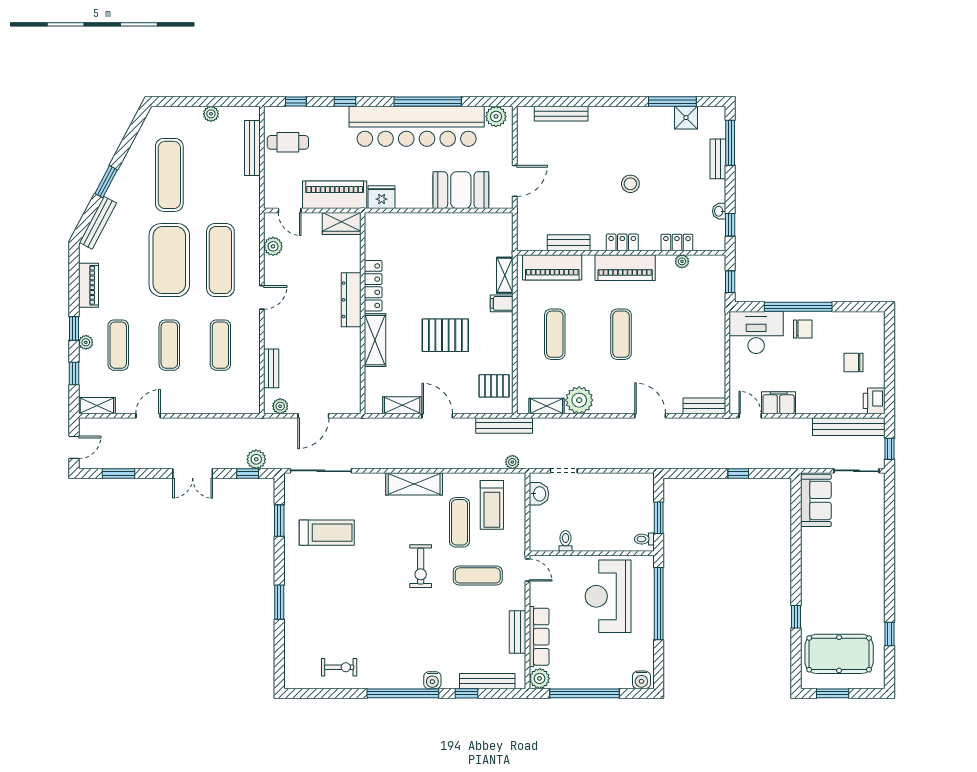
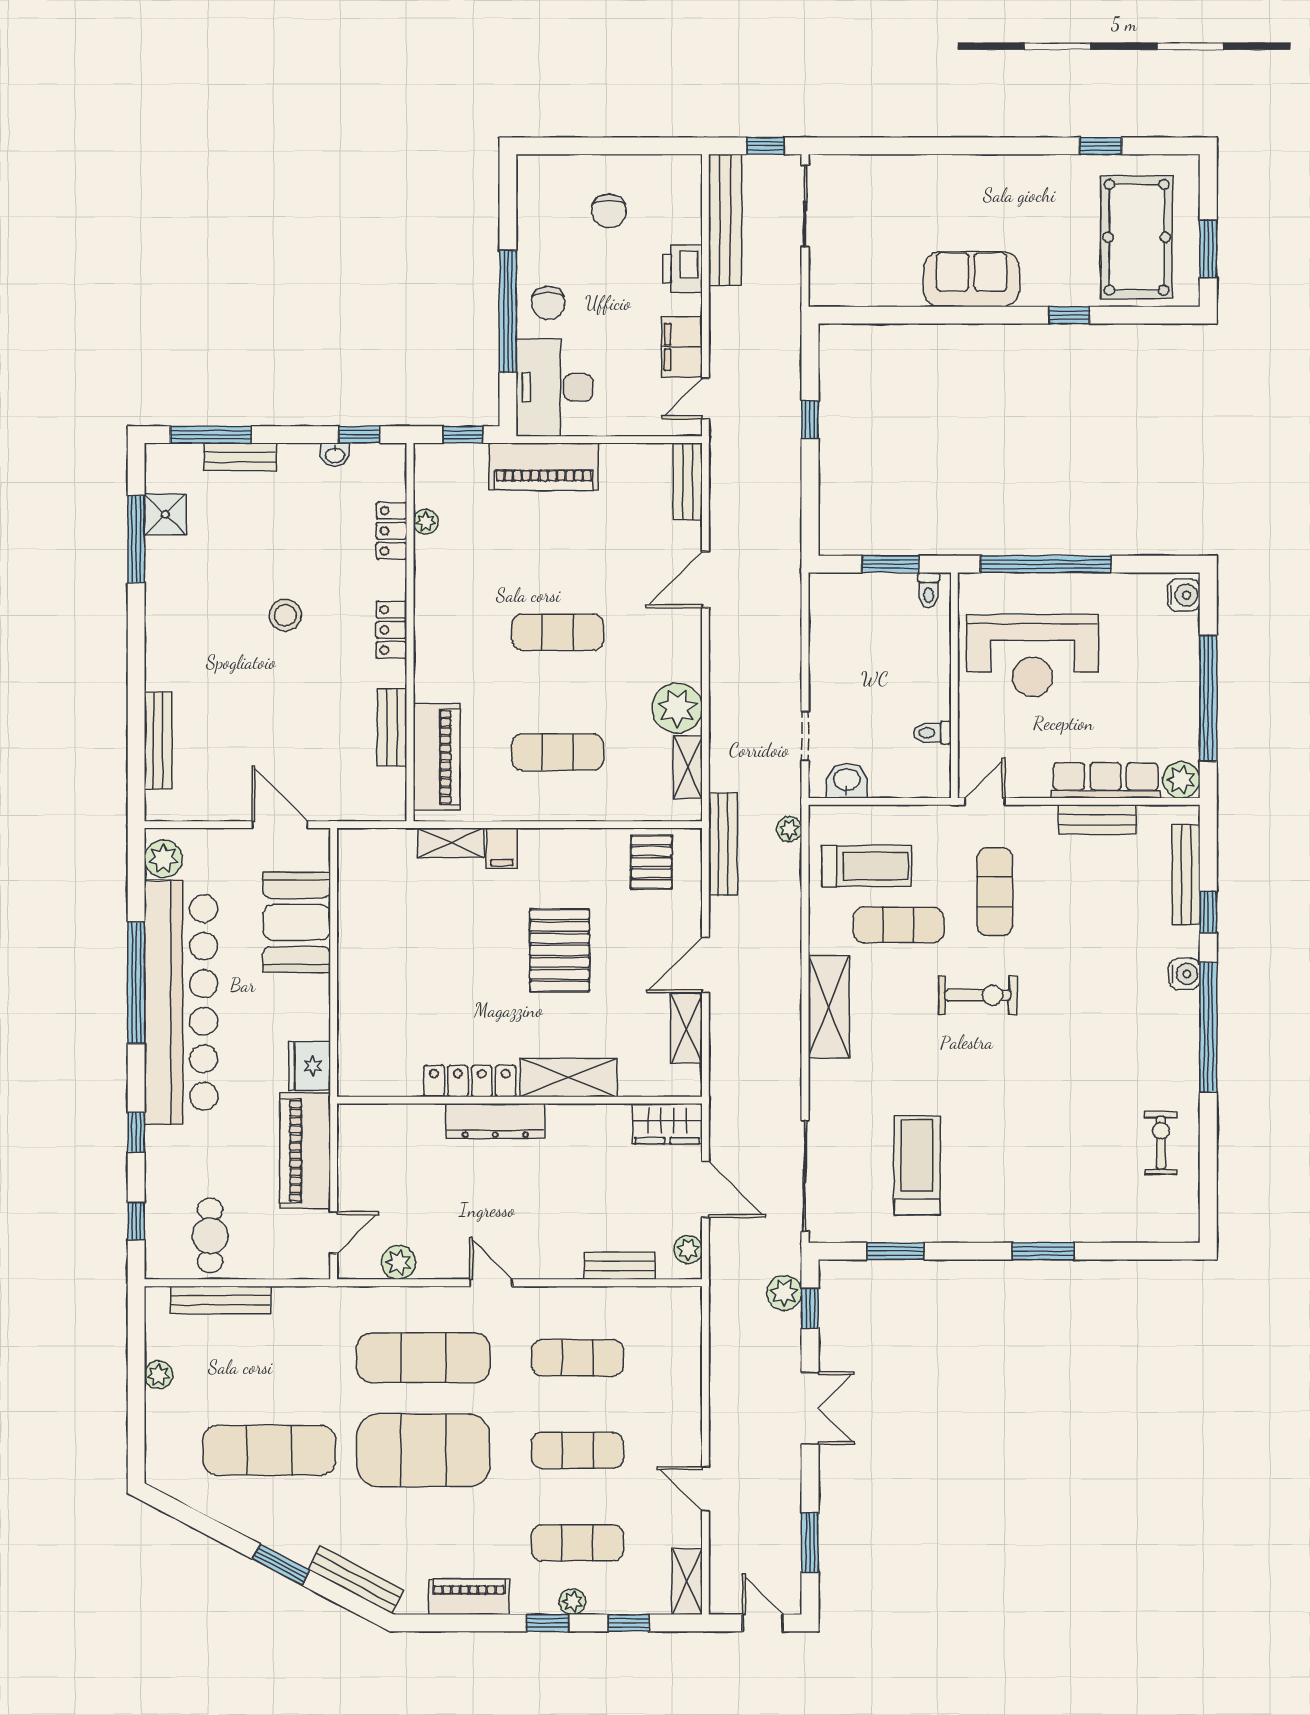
wardrobe: (342, 224) -> (667, 1124), moved, turned 90
piano: (625, 268) -> (544, 467), moved, turned 90
chair: (803, 329) -> (548, 303), turned 180
printer: (874, 401) -> (683, 269), moved, turned 90
sofa: (816, 500) -> (971, 279), moved

